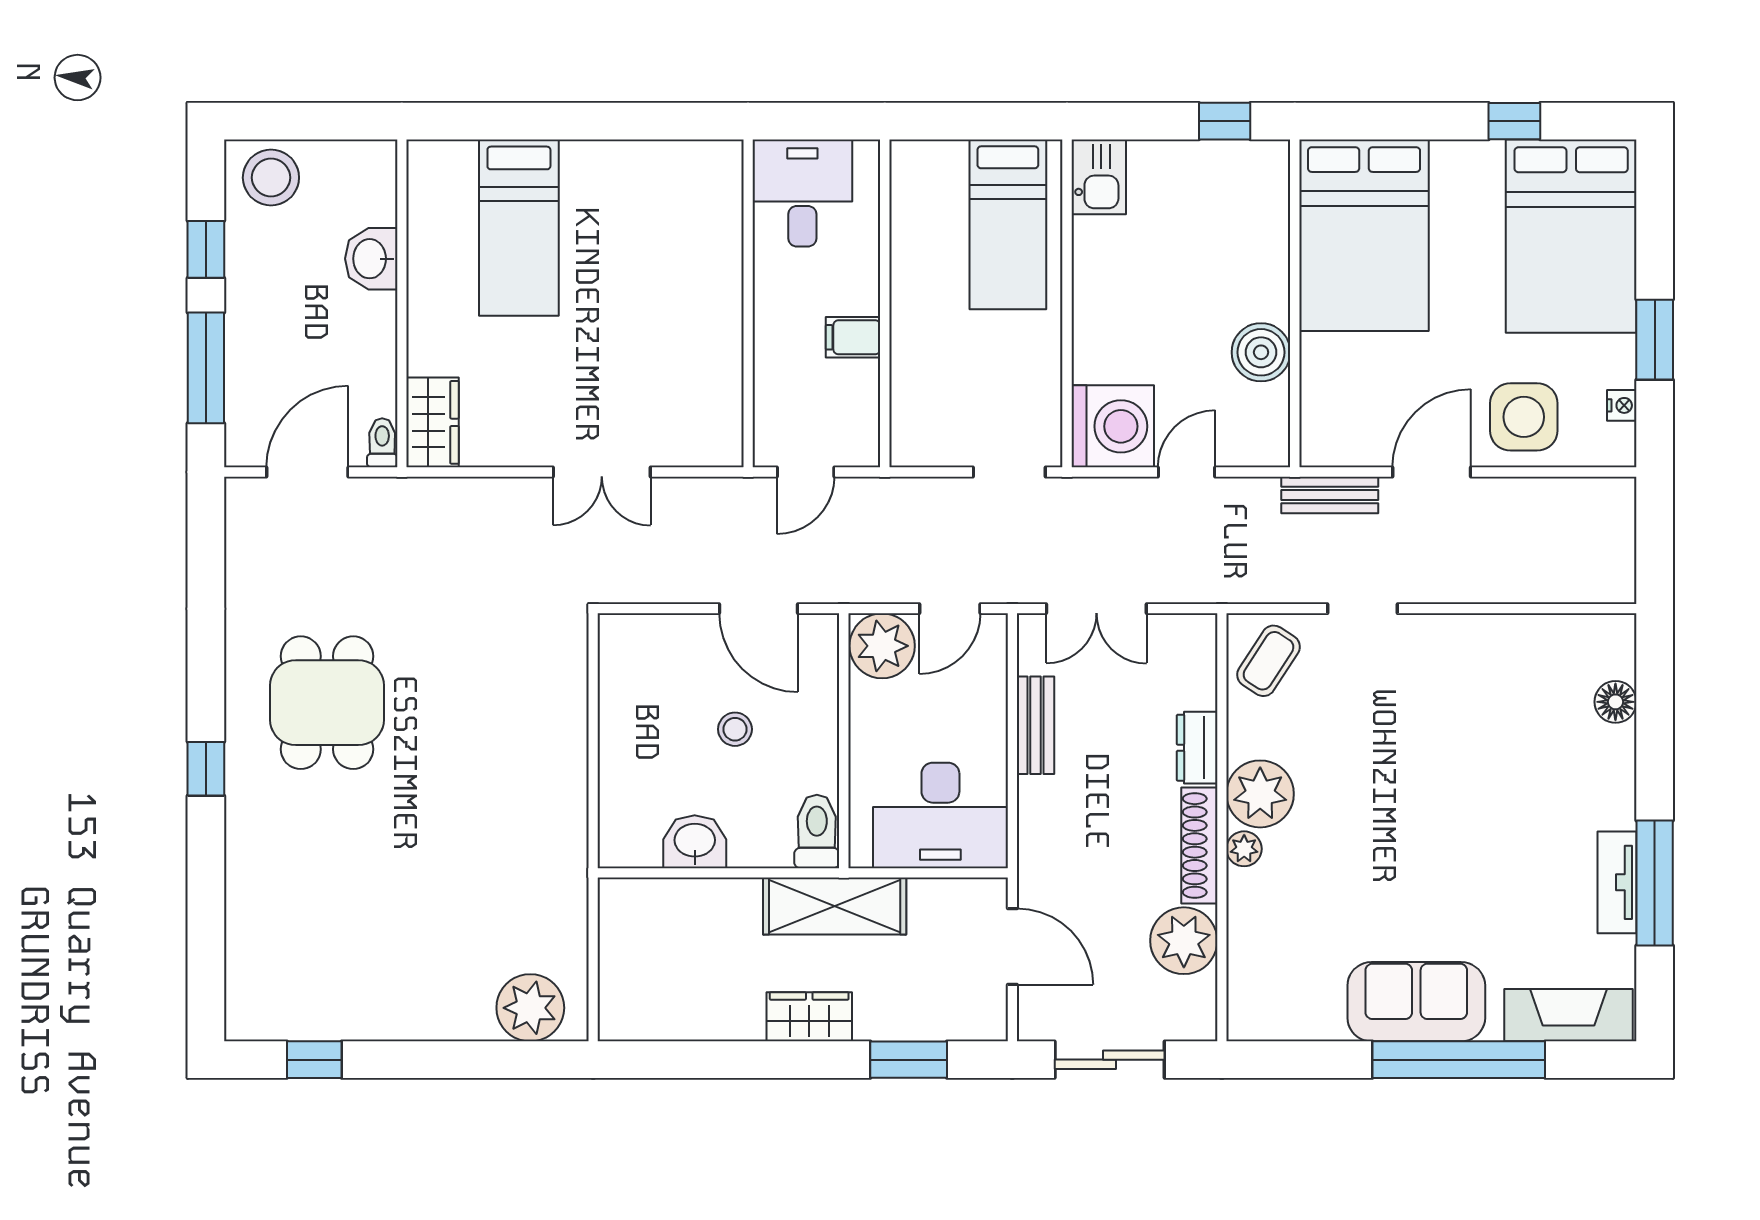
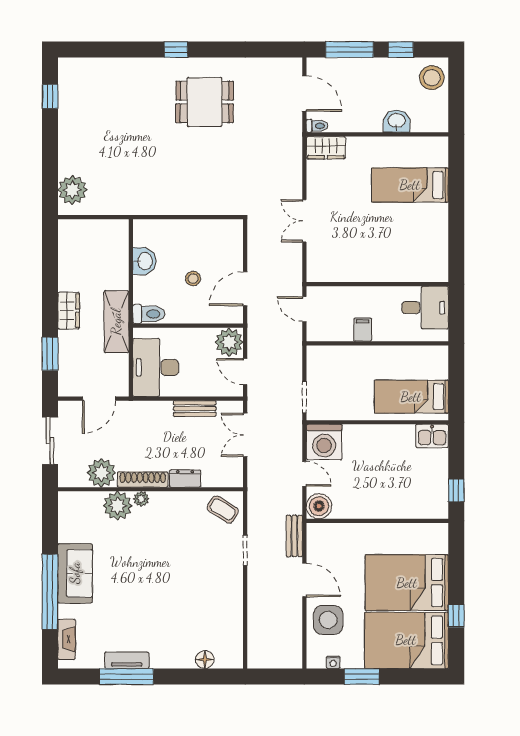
bed: (1364, 235) -> (407, 583), moved
boiler: (1261, 352) -> (319, 506), moved
plant: (1260, 794) -> (118, 506), moved
fireplace: (1568, 1015) -> (67, 639), width x0.73, depth x0.76

